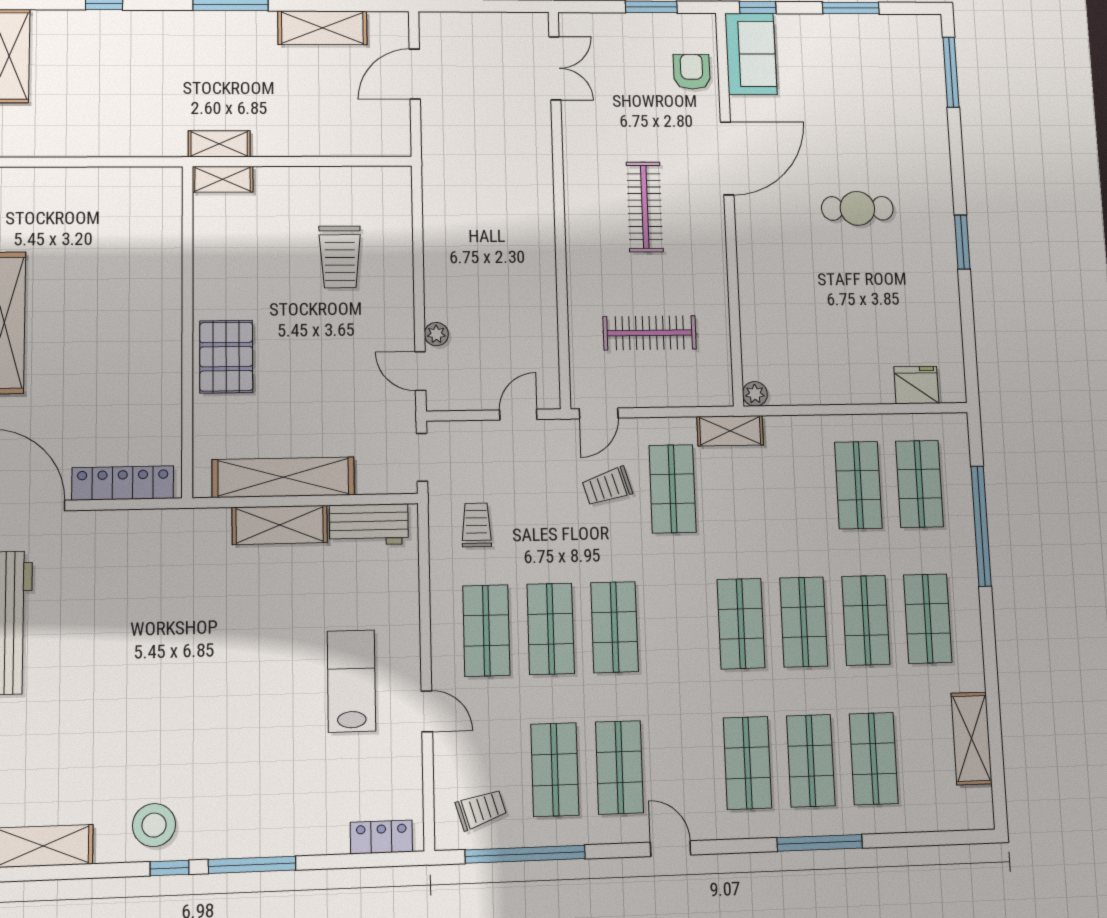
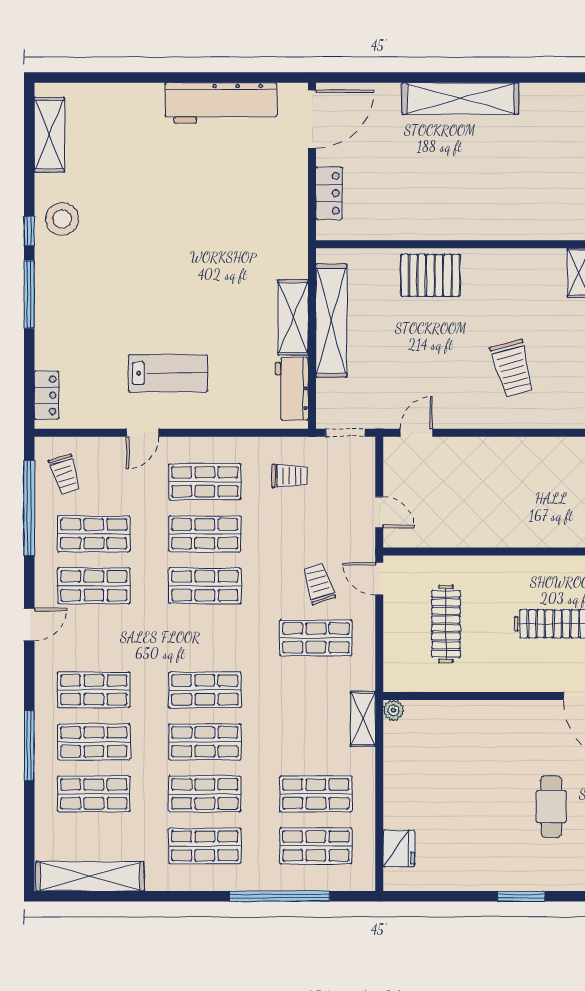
trolley: (340, 257) -> (512, 368), turned -105
plant: (436, 334) -> (447, 446), removed
shelving: (730, 431) -> (363, 719), moved
locker: (123, 483) -> (329, 193), width x0.66
shelving: (971, 738) -> (90, 876), width x1.47

